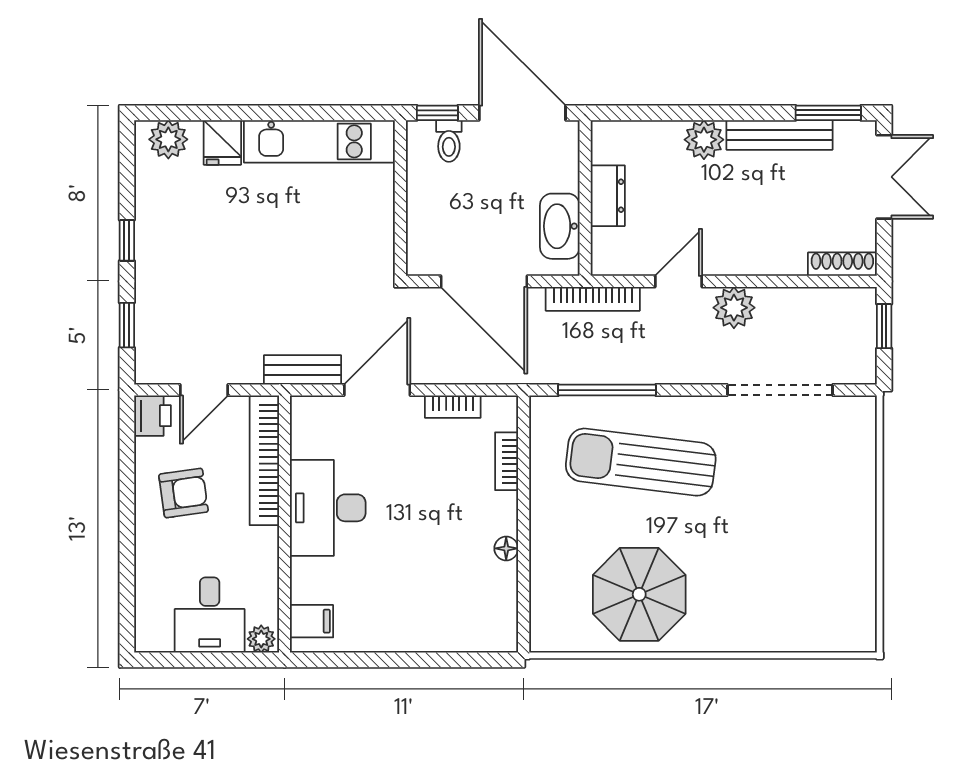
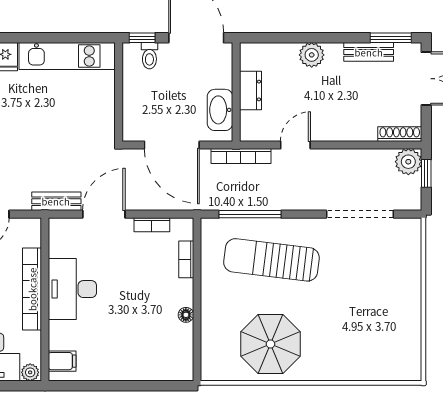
bench: (779, 135) -> (369, 52), width x0.73
plant: (734, 308) -> (408, 162), moved
bookcase: (264, 460) -> (32, 289), moved

